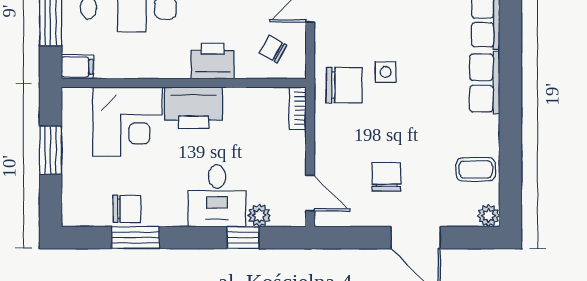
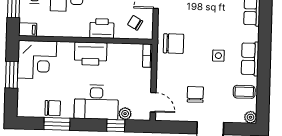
side table: (386, 72) -> (218, 56), moved
row of seats: (485, 83) -> (250, 59), moved
corner desk: (128, 122) -> (37, 60), moved
desk: (217, 196) -> (96, 102), width x1.37

